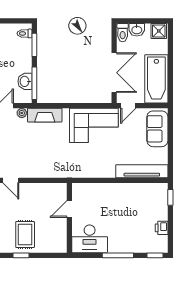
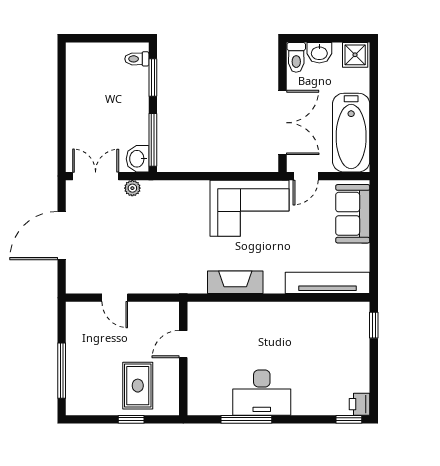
washbasin: (25, 81) -> (138, 159), moved
fireplace: (45, 115) -> (235, 282), moved, turned 180
door: (69, 209) -> (183, 344), moved
wall: (69, 218) -> (183, 359), moved
printer: (162, 228) -> (360, 404), moved
desk: (90, 239) -> (262, 393), moved
window: (118, 255) -> (246, 419), moved

